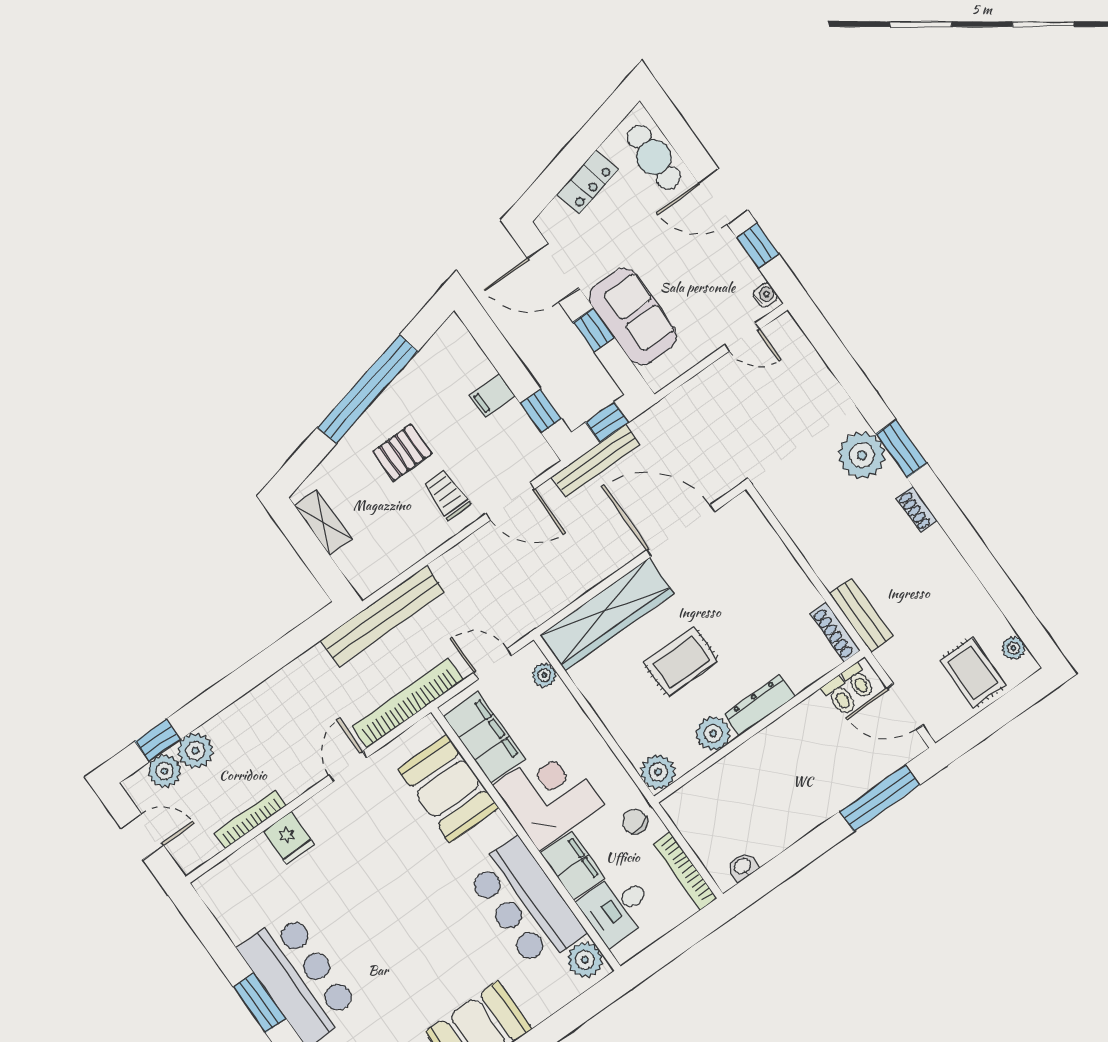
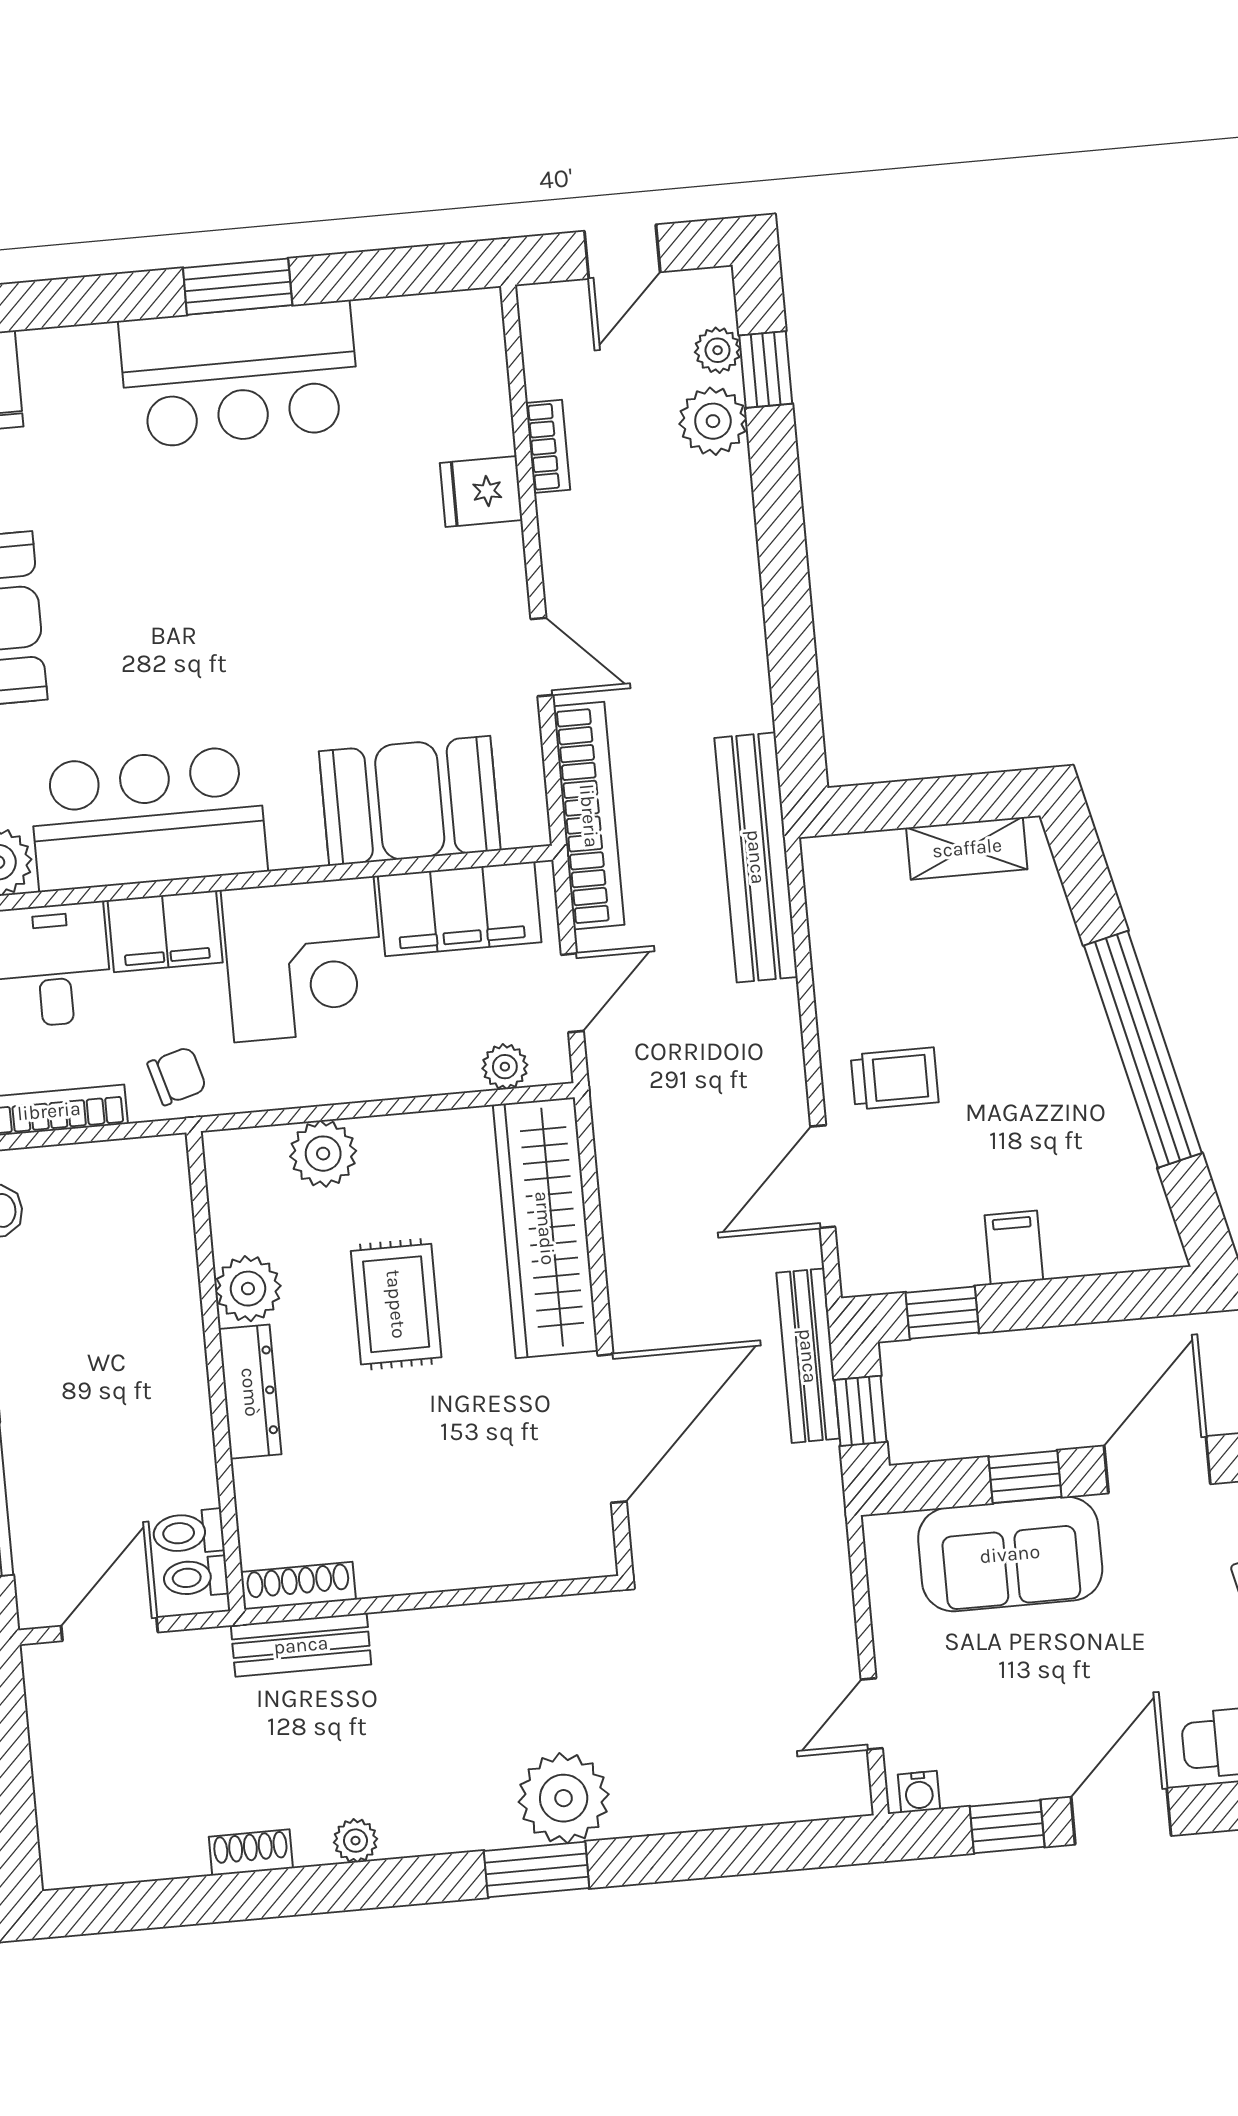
pallet: (402, 452) -> (1006, 1045), removed
shoe rack: (917, 509) -> (251, 1852), moved
plant: (1013, 648) -> (356, 1841), moved
rug: (973, 673) -> (101, 1773), removed
plant: (164, 771) -> (718, 350), width x0.73, depth x0.73
plant: (658, 772) -> (323, 1154), moved
bookcase: (250, 819) -> (548, 446), width x0.64

